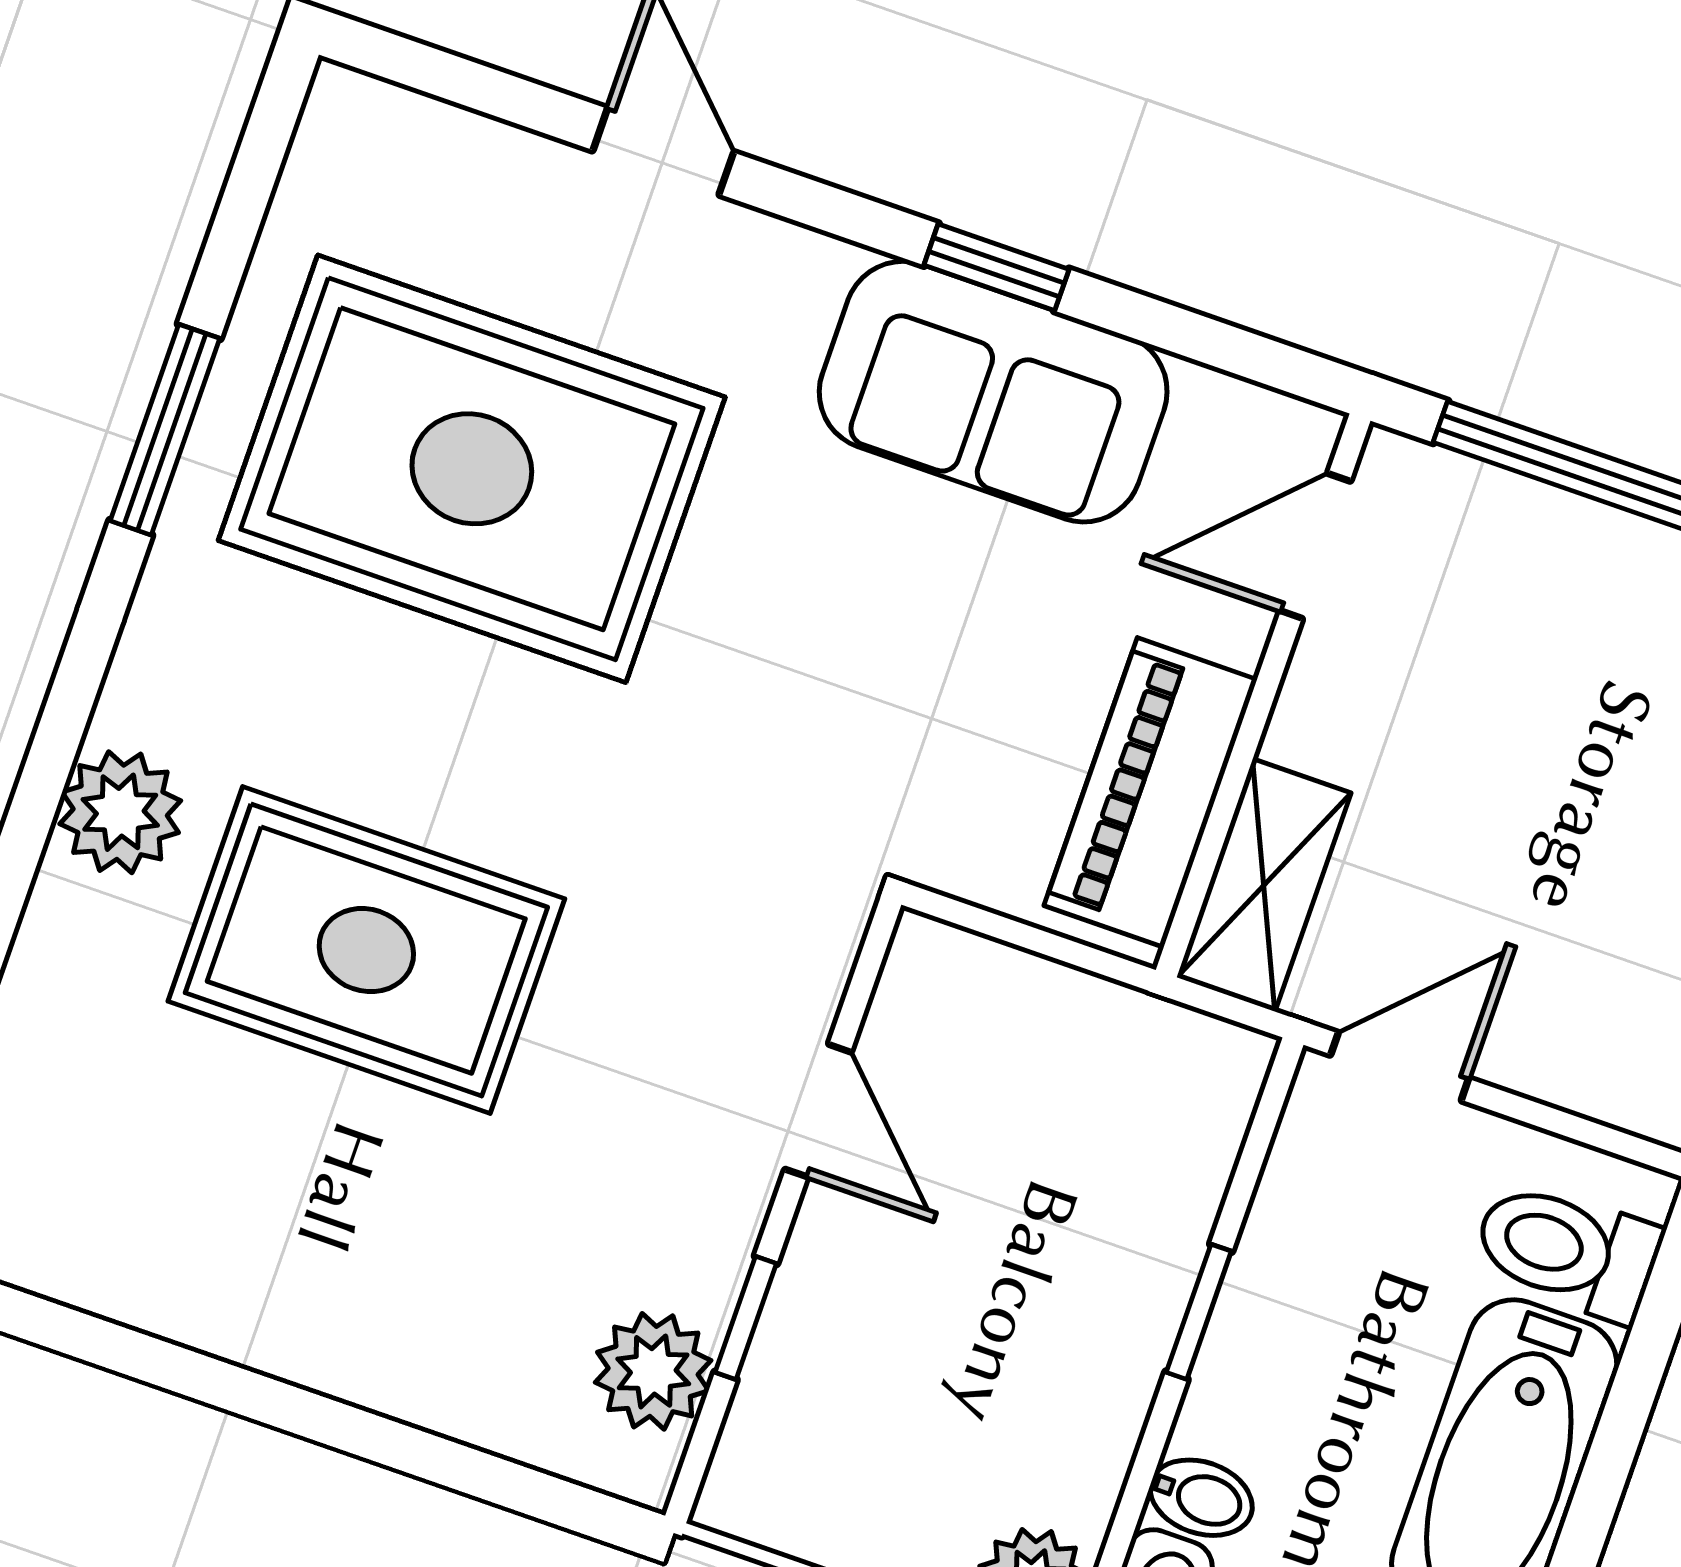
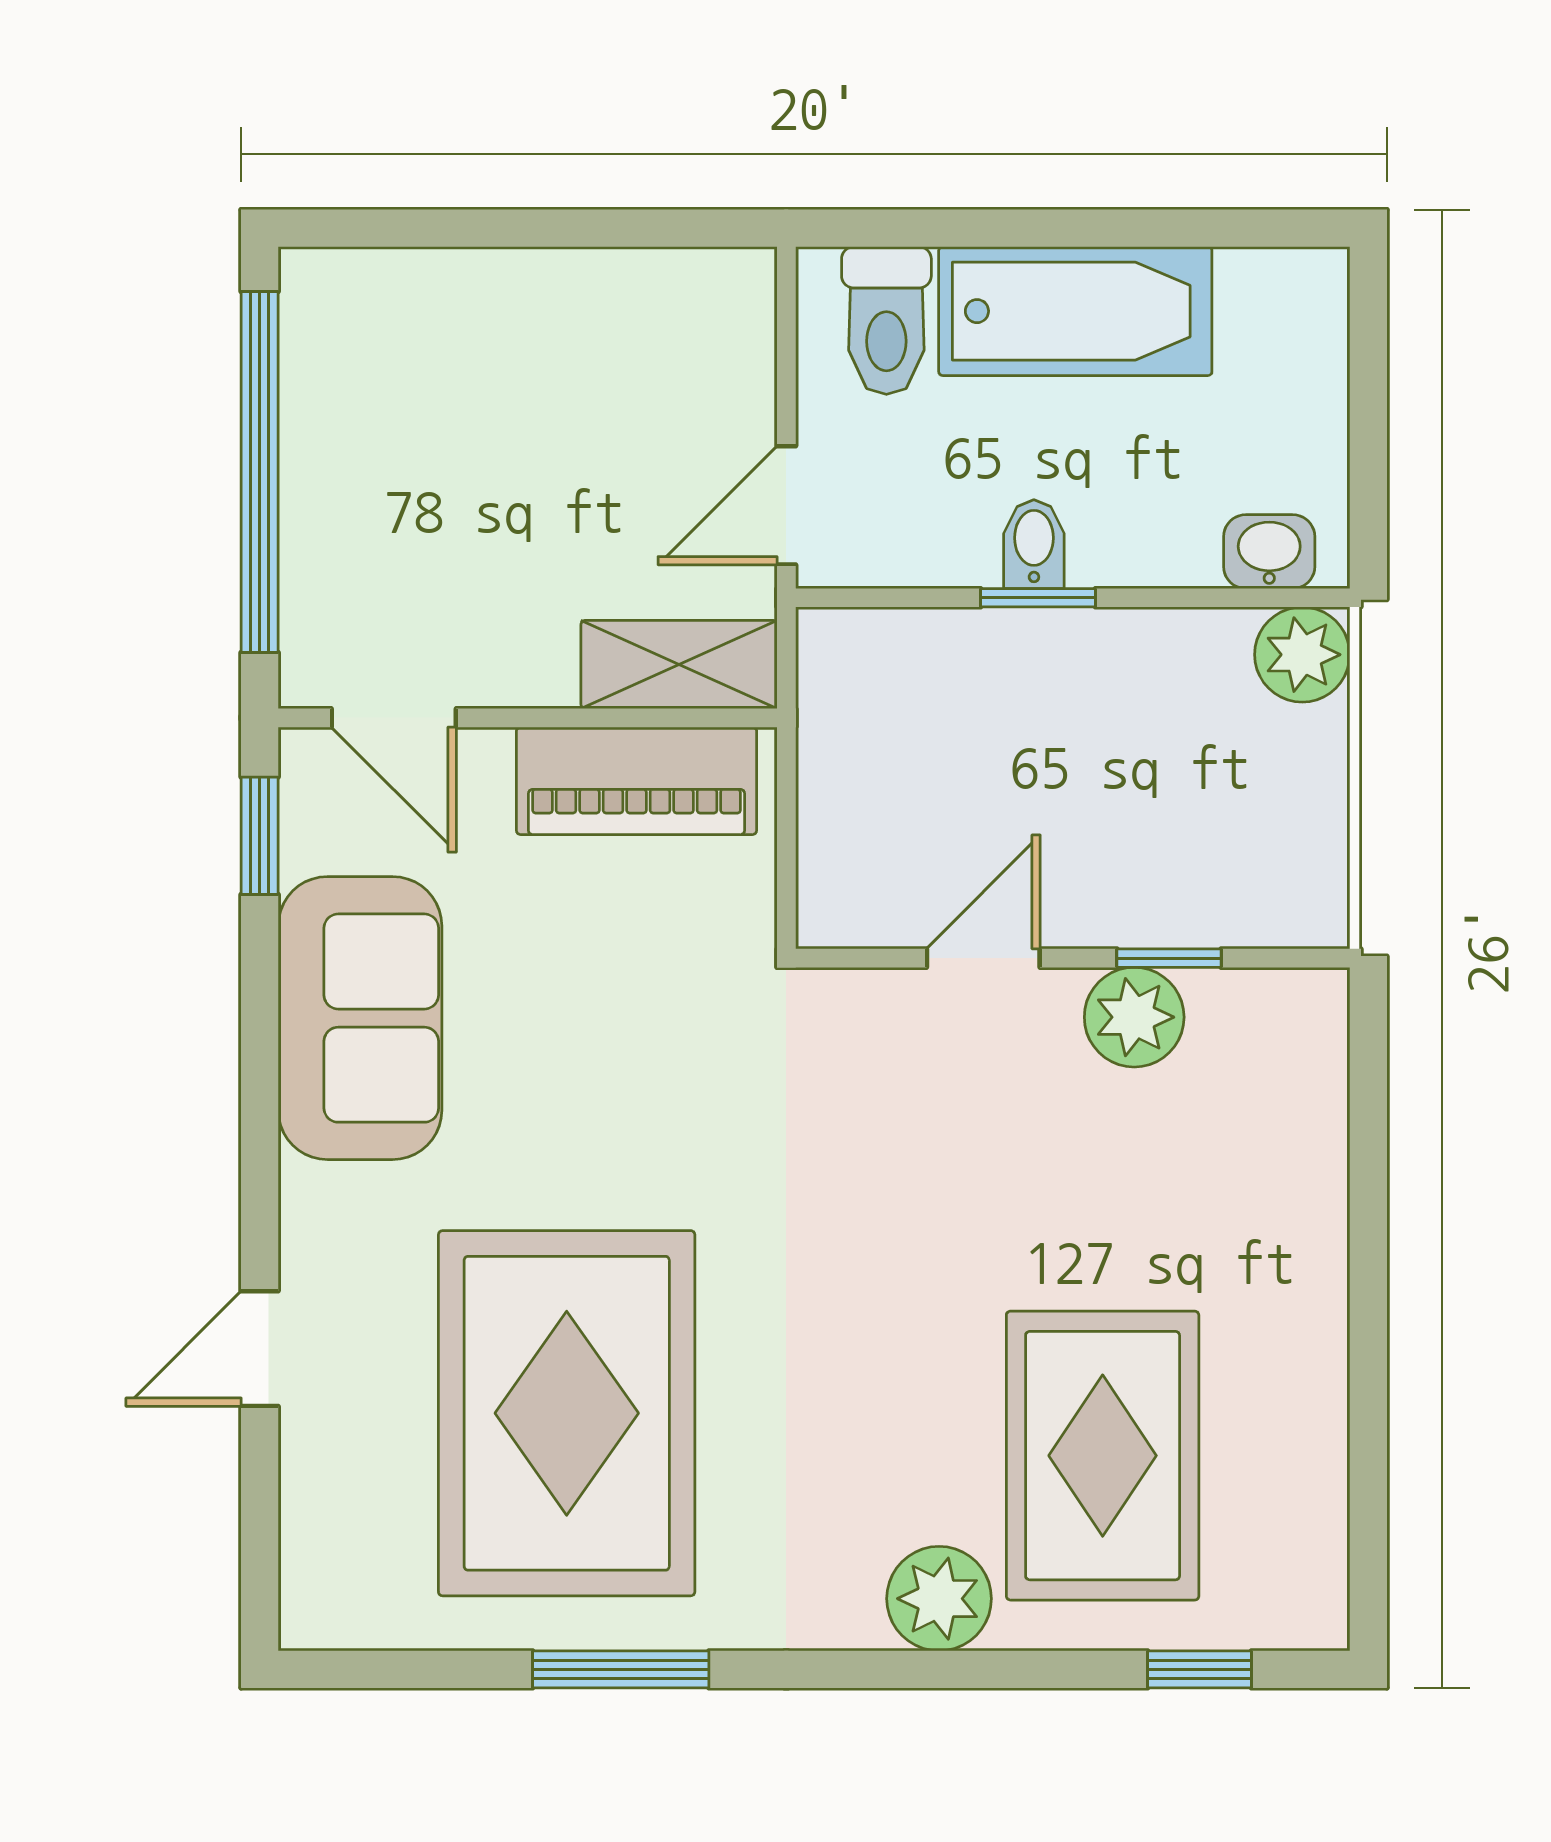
window: (996, 267) -> (260, 836), moved
rug: (366, 950) -> (1103, 1456), moved
door: (1400, 1067) -> (786, 505), hinge flipped
plant: (653, 1371) -> (1134, 1017), moved
bidet: (1201, 1498) -> (1034, 544), moved

